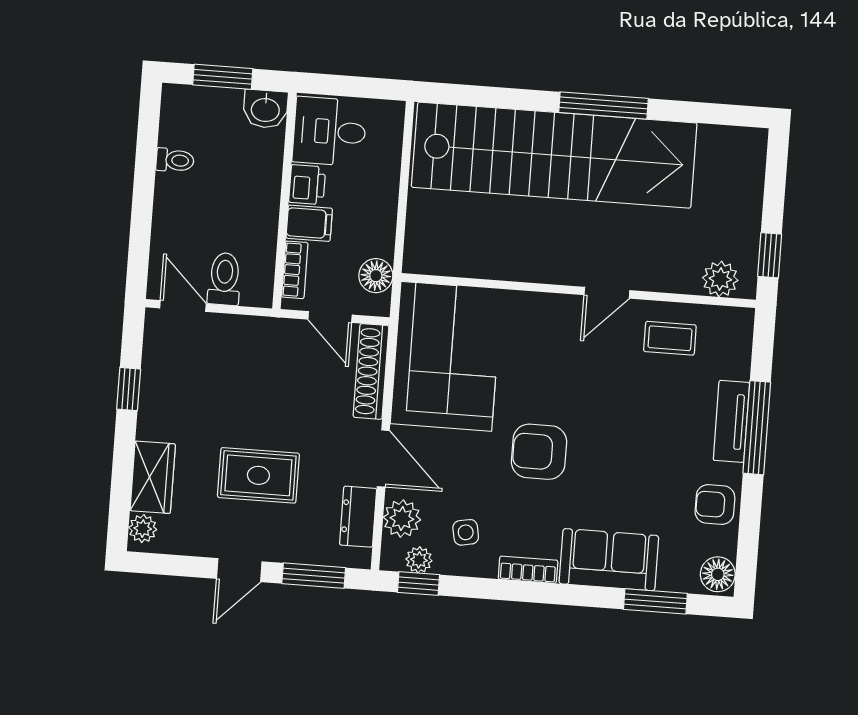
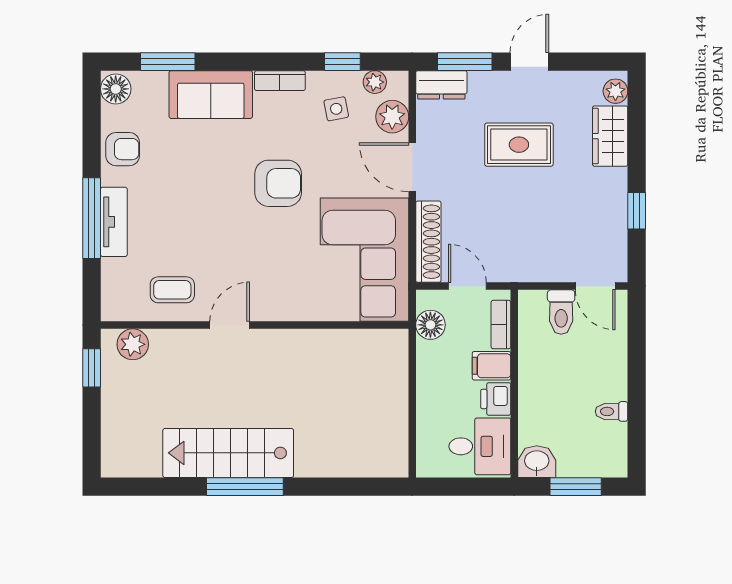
stairs: (554, 155) -> (228, 453), width x0.54, depth x0.66
dresser: (358, 517) -> (441, 85), moved, turned 90
window: (418, 584) -> (342, 62), moved

